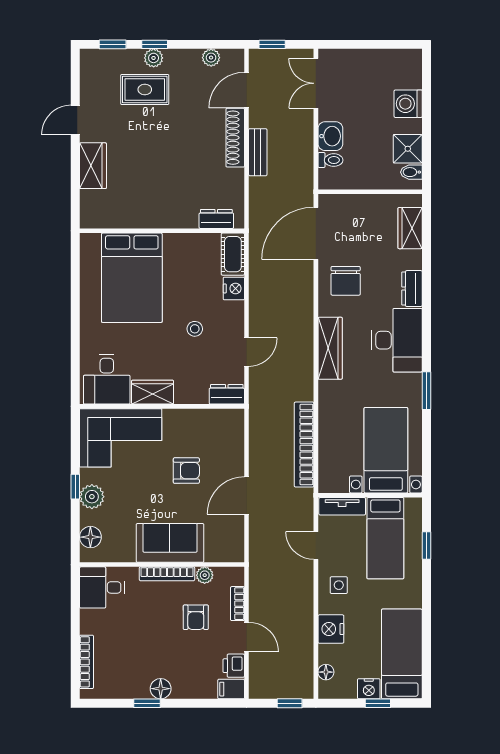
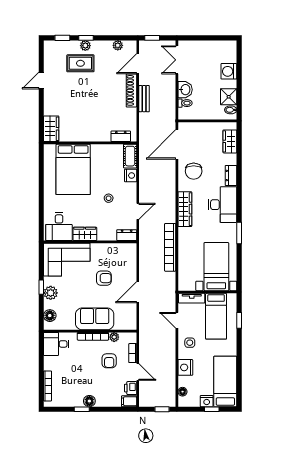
wardrobe: (93, 166) -> (51, 129), moved
bookcase: (304, 445) -> (170, 247), moved

